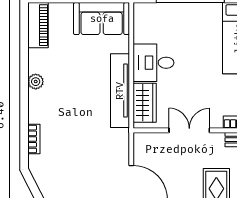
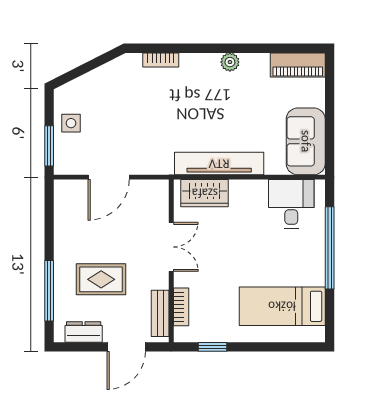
desk: (154, 63) -> (291, 204), moved

